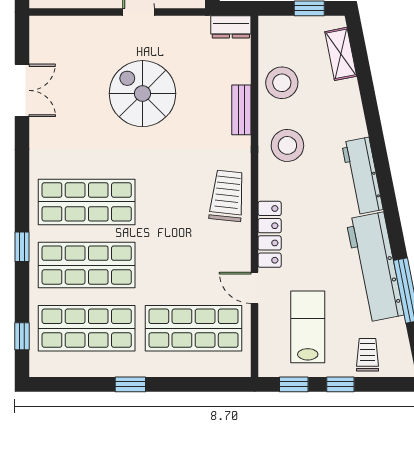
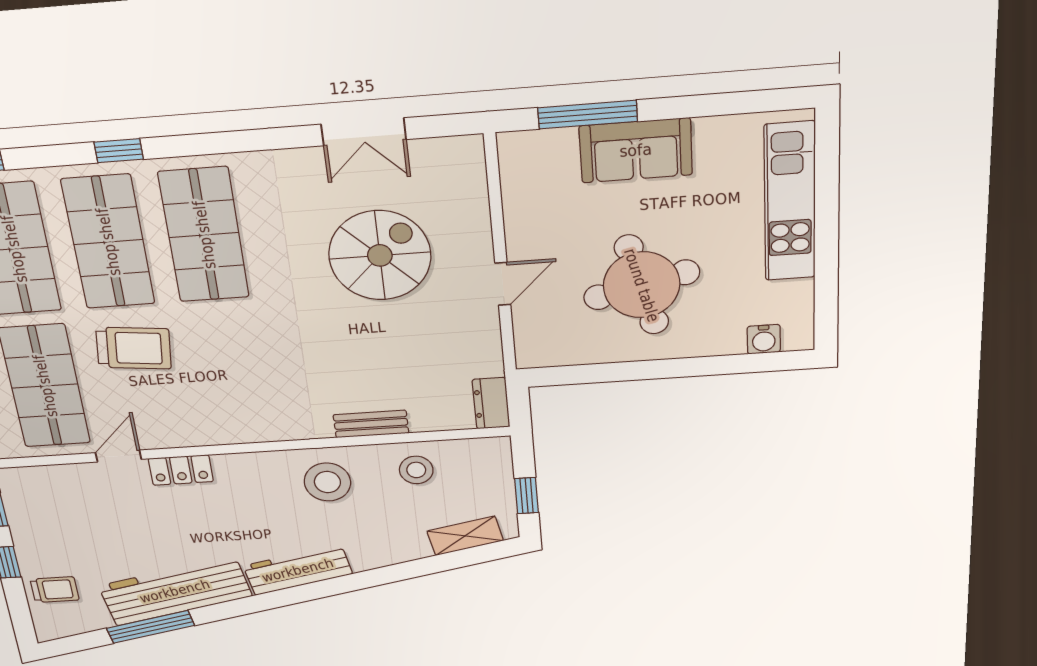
stool: (282, 83) -> (416, 470), width x0.73, depth x0.73
spiral stairs: (143, 94) -> (380, 255), moved
trolley: (227, 196) -> (134, 348), moved
locker: (270, 234) -> (181, 470), width x0.66
lab bench: (308, 327) -> (77, 521), removed

